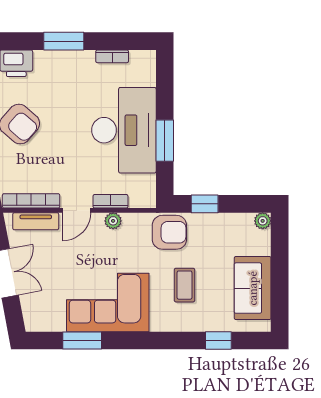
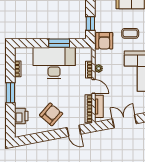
armchair: (169, 232) -> (104, 41), turned 180

